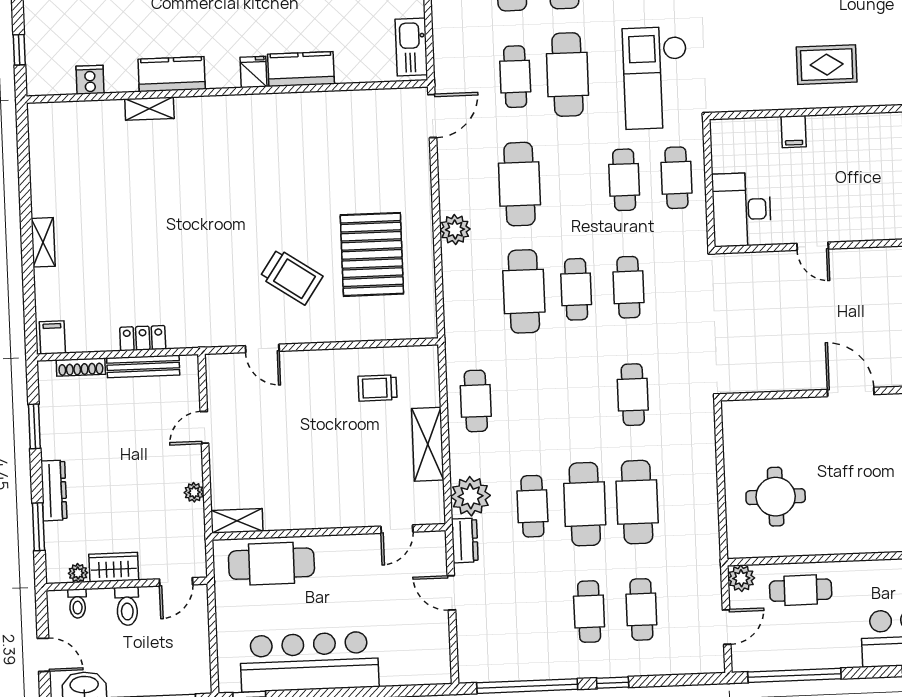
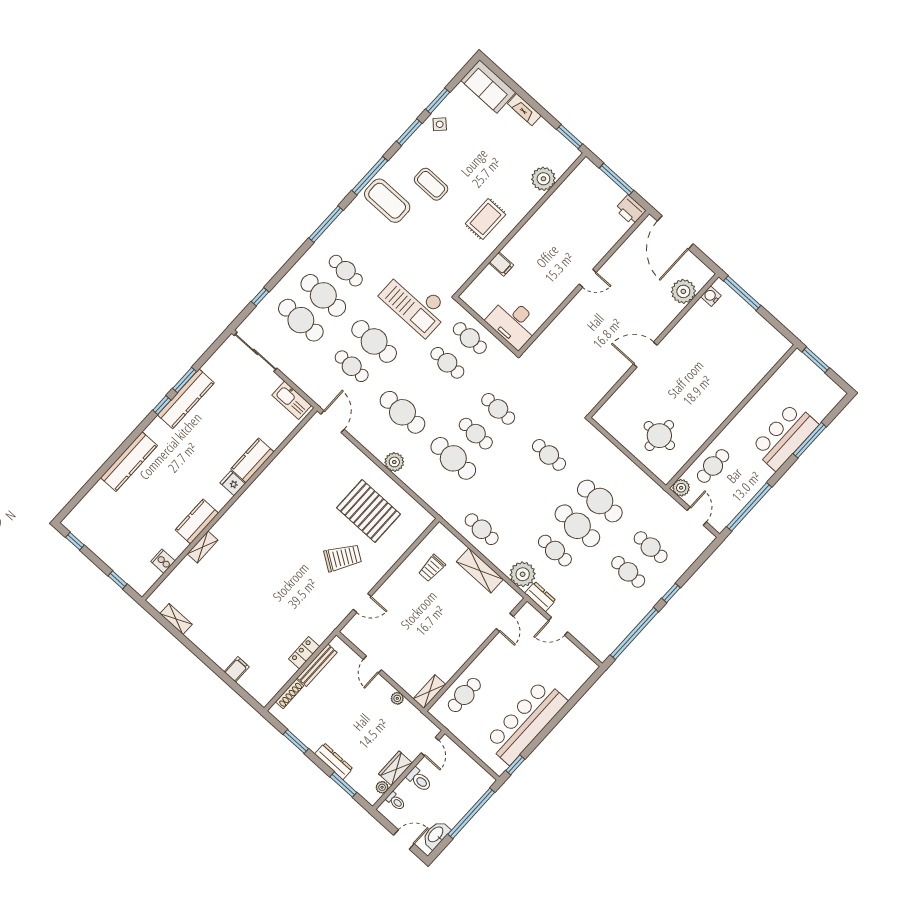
shelving: (43, 242) -> (176, 619), moved
door: (813, 246) -> (588, 278), moved
filing cabinet: (52, 337) -> (237, 669), moved, turned 90
cafe table: (271, 564) -> (464, 695), width x0.73, depth x0.74

